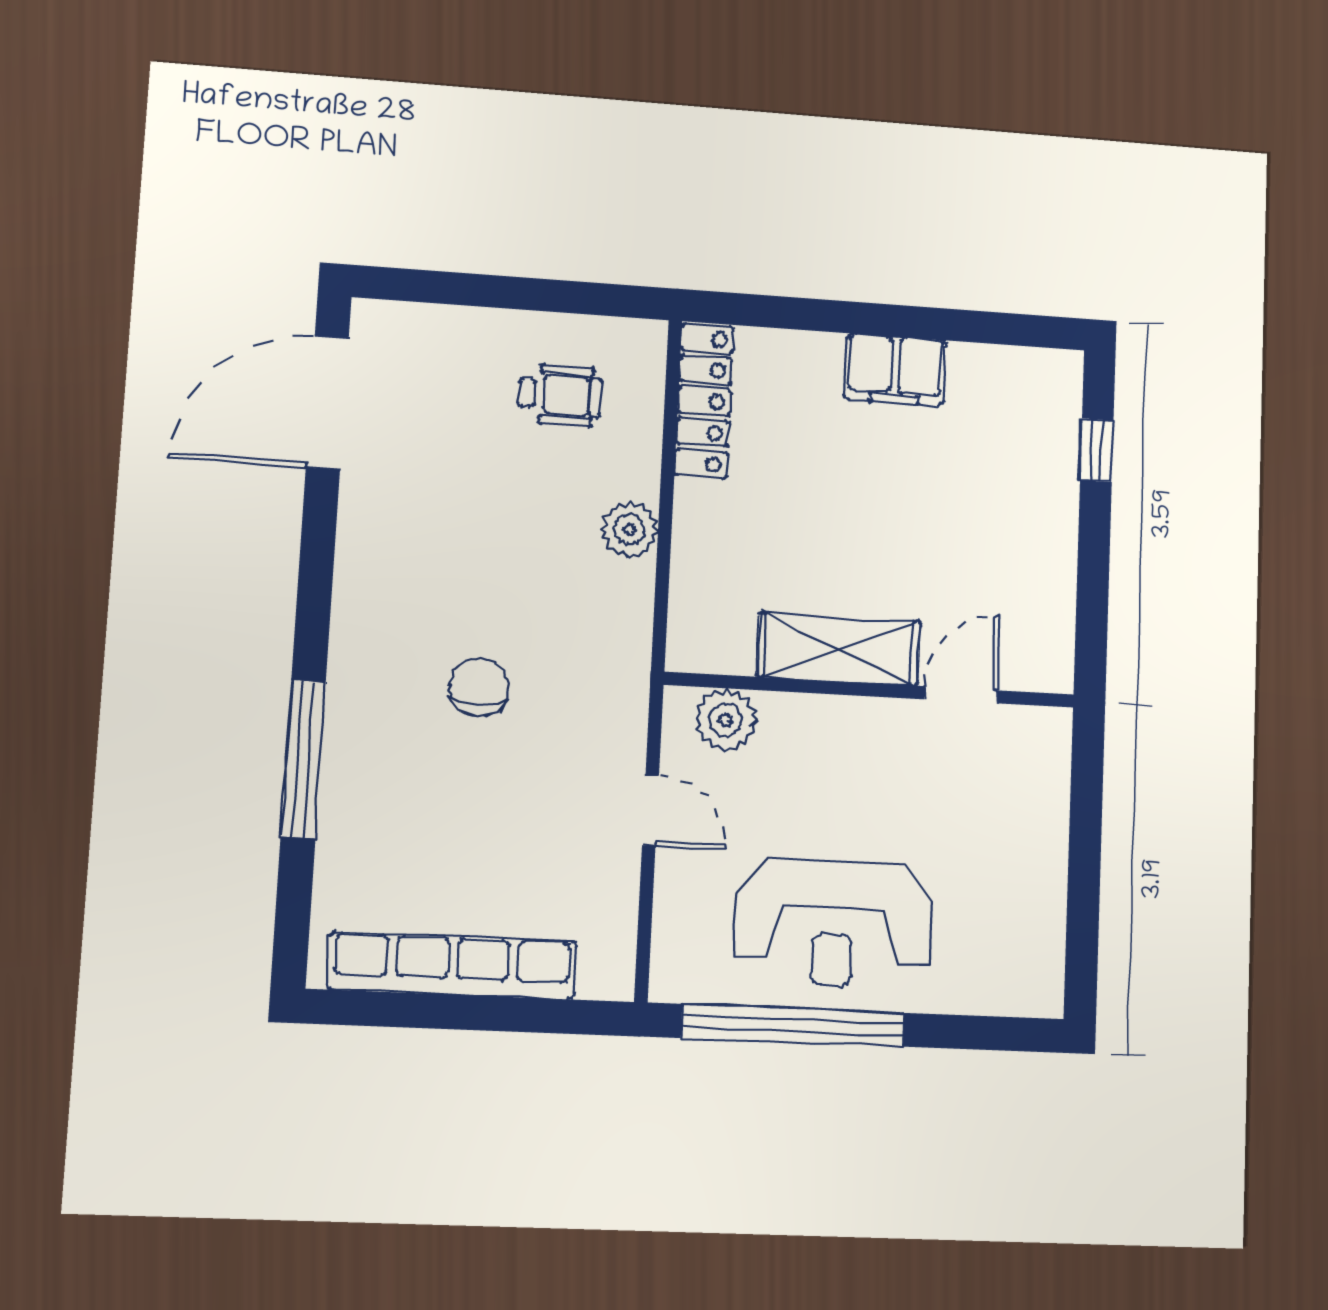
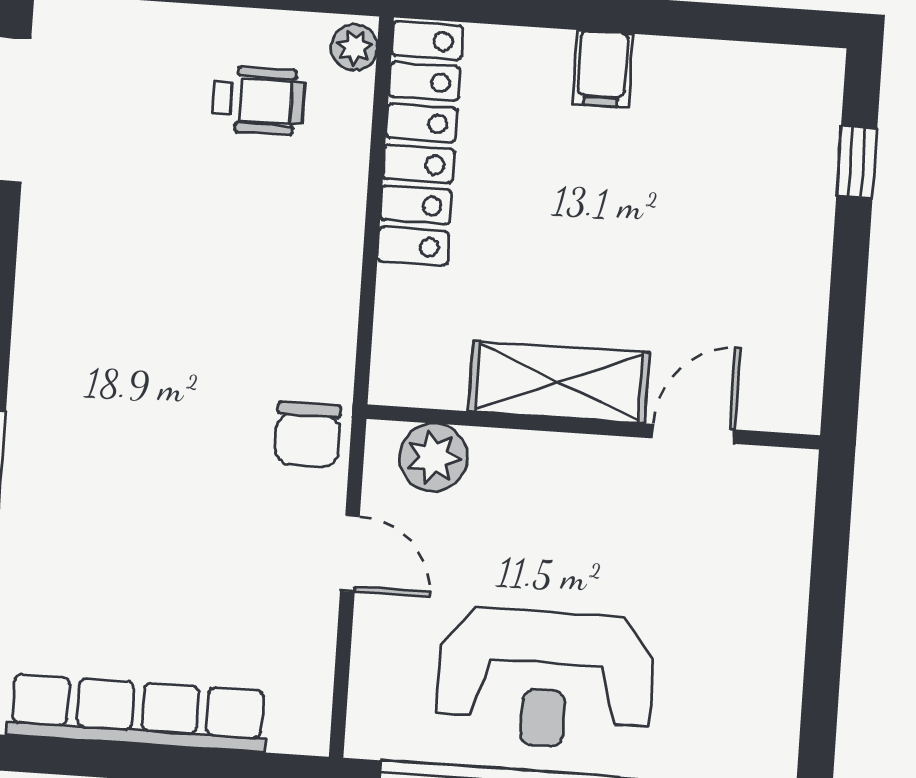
filing cabinet: (895, 370) -> (603, 69), width x0.50
locker: (704, 401) -> (420, 143), width x1.41, depth x1.21
plant: (629, 530) -> (354, 47), moved, width x0.73, depth x0.73
chair: (479, 687) -> (308, 434), moved, turned 180

